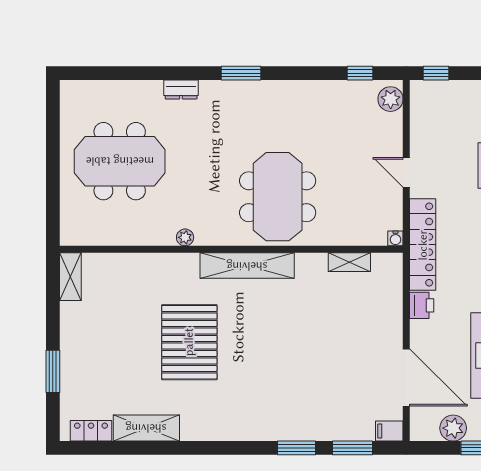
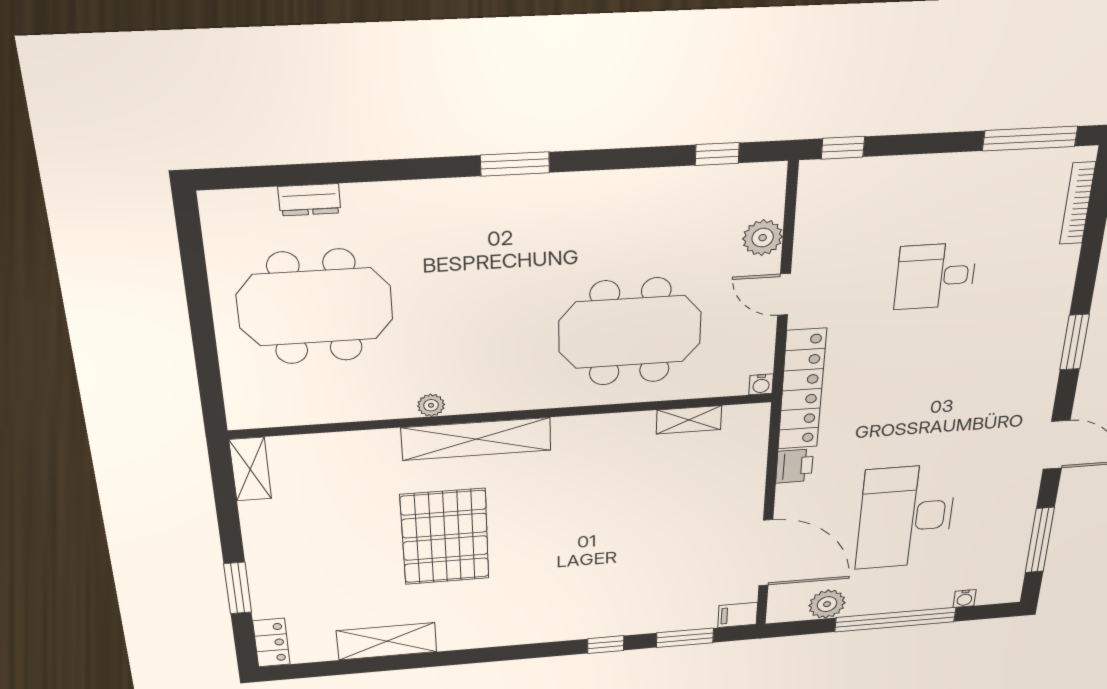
dresser: (181, 89) -> (309, 200), moved
plant: (391, 99) -> (763, 238), moved
meeting table: (278, 197) -> (630, 332), moved, turned 90
shelving: (247, 266) -> (476, 439), moved
locker: (91, 431) -> (271, 643), moved, turned 90
window: (296, 448) -> (606, 645), width x0.67

